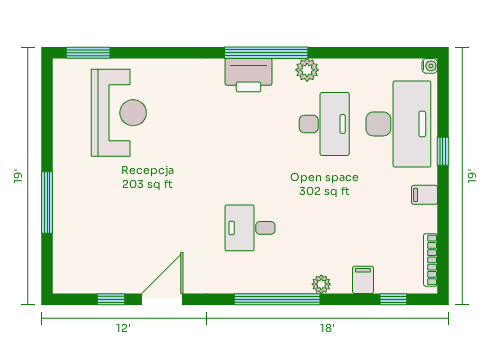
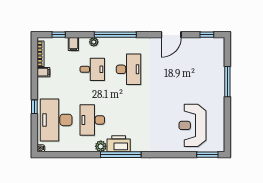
printer: (248, 75) -> (119, 144), moved
filing cabinet: (424, 195) -> (43, 72), moved
desk: (250, 228) -> (128, 69), width x1.37
desk: (324, 228) -> (92, 69), added
window: (111, 299) -> (207, 35), moved

